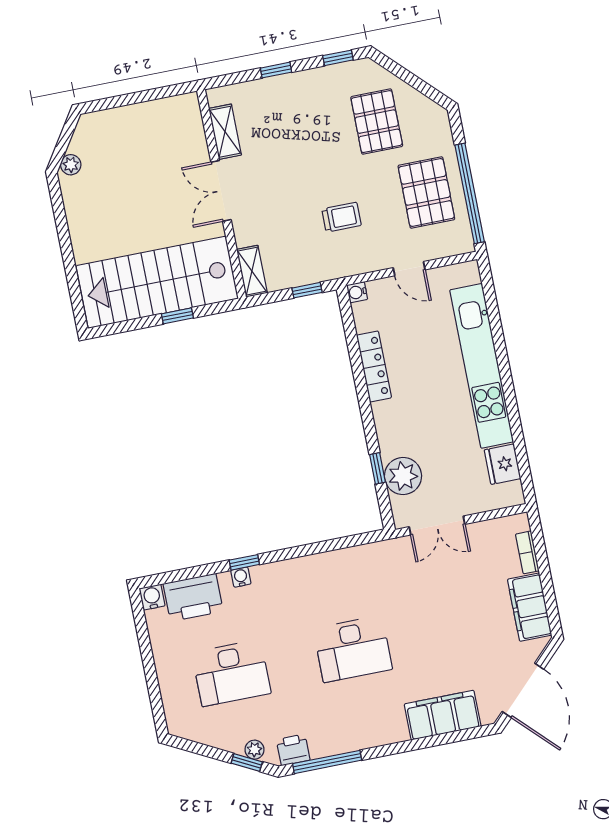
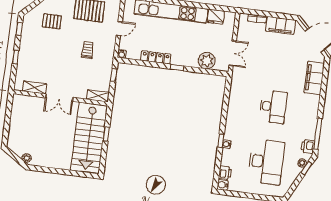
pallet: (377, 122) -> (52, 21), width x0.67, depth x0.71
window: (377, 468) -> (177, 68), moved
printer: (193, 597) -> (225, 173), width x0.53, depth x0.68
desk: (231, 673) -> (266, 162), width x1.36, depth x1.30

